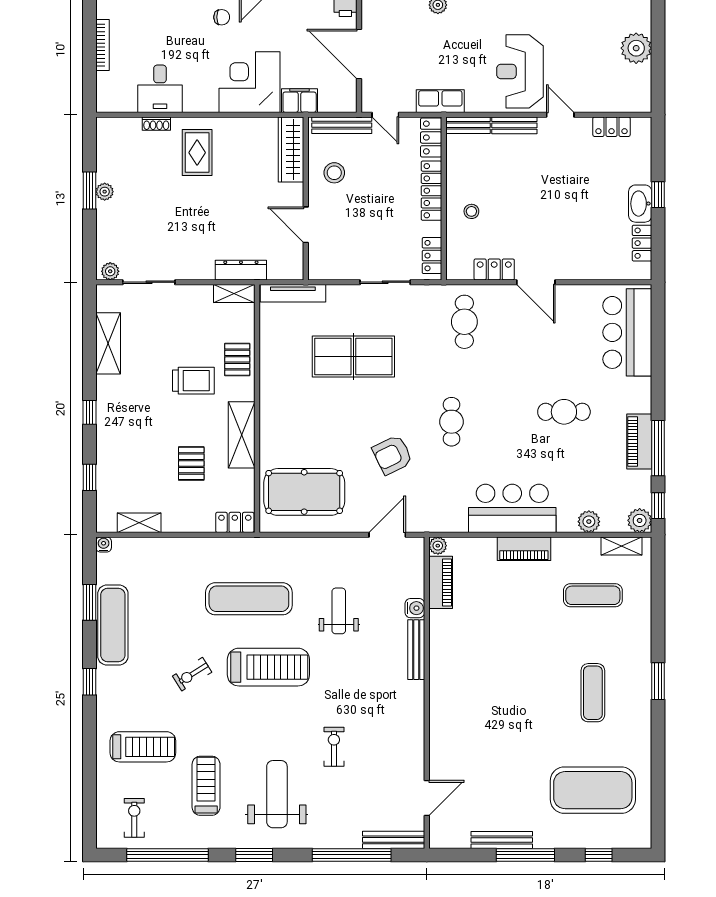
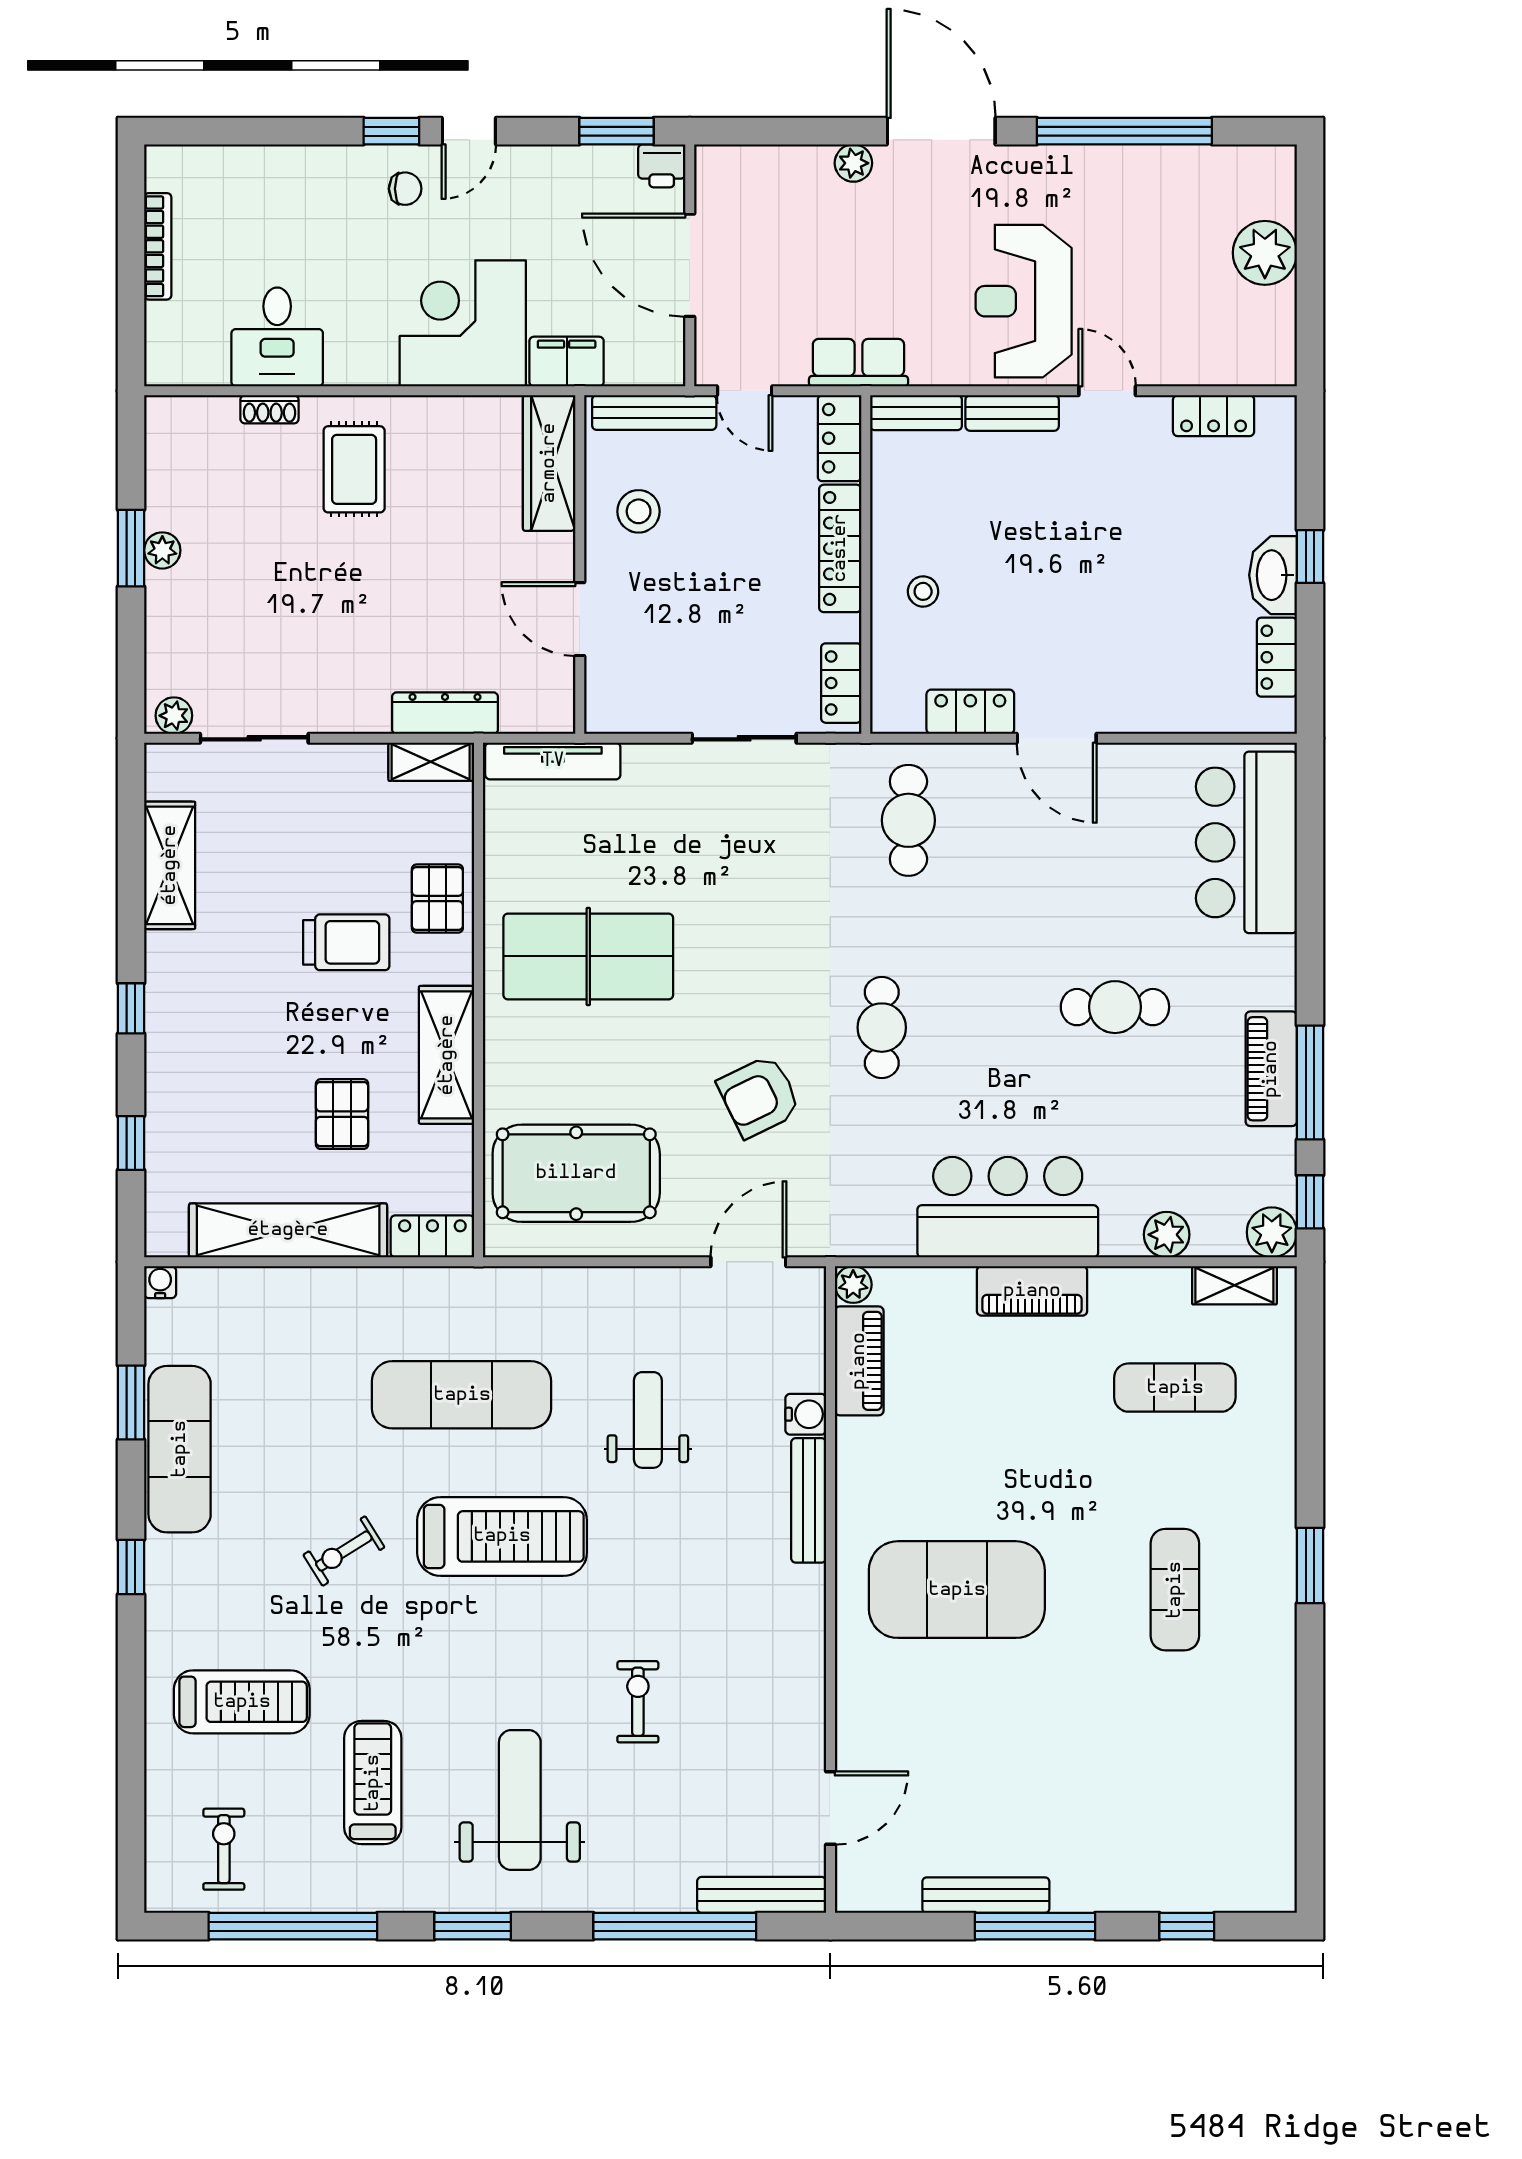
table tennis table: (353, 357) -> (588, 956), moved
shelving: (139, 523) -> (288, 1230), width x2.20, depth x1.33
exercise mat: (593, 790) -> (957, 1590), moved

